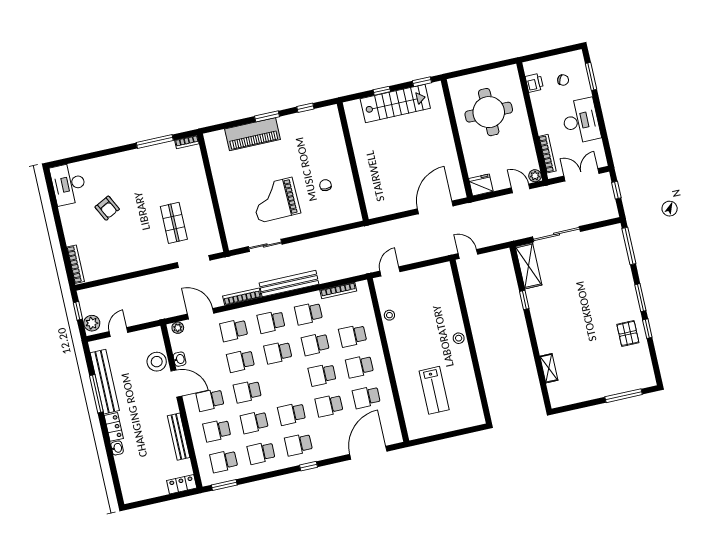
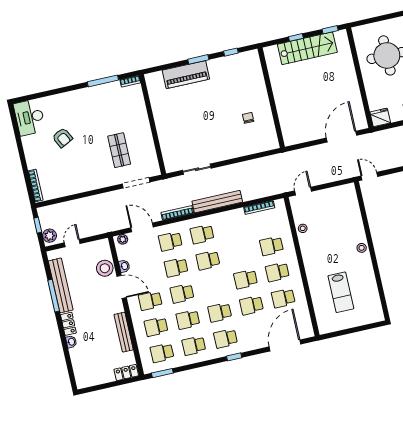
grand piano: (275, 200) -> (206, 131), removed
school desk: (308, 313) -> (234, 227), removed
school desk: (315, 344) -> (240, 253), removed

